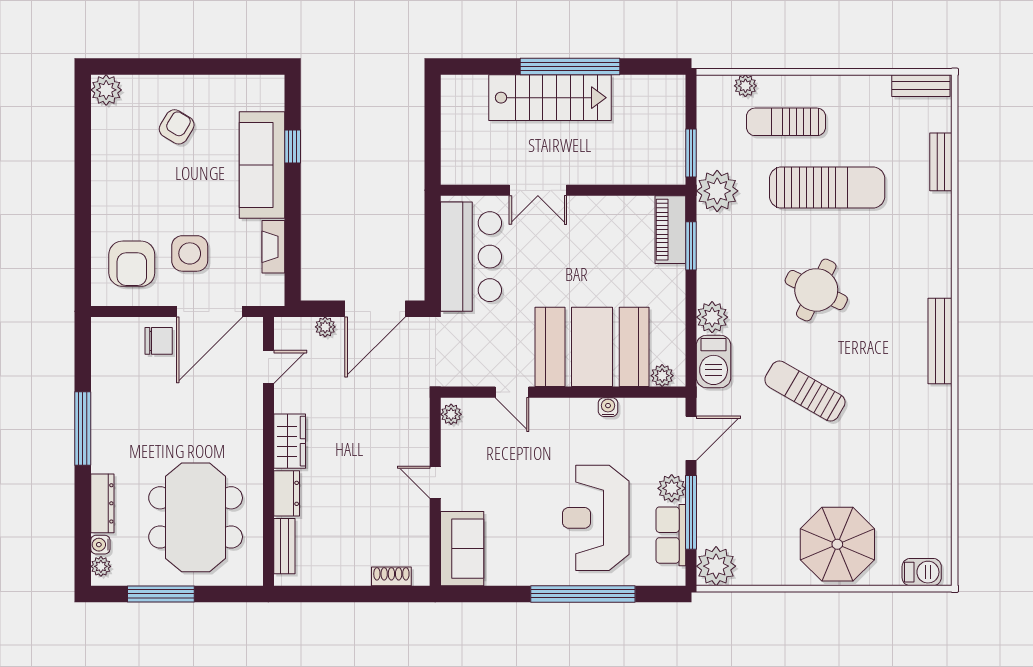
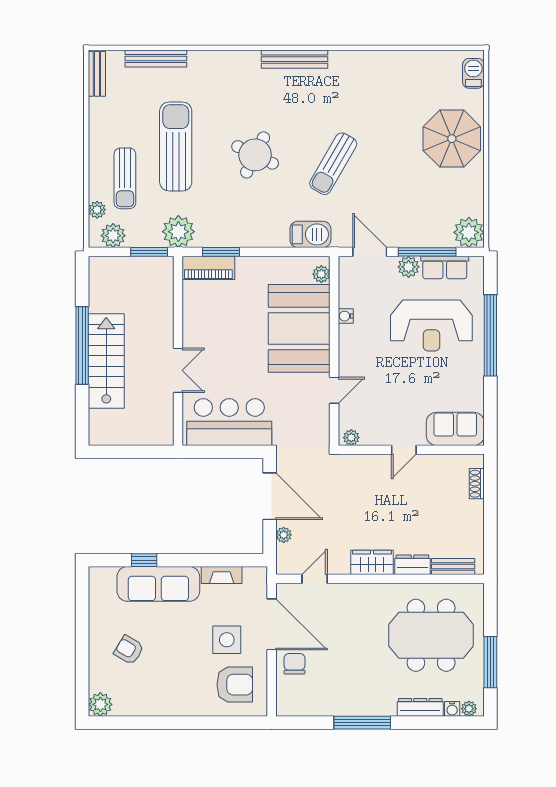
bench: (941, 162) -> (156, 58), width x1.36
plant: (712, 317) -> (113, 236), moved
door: (268, 367) -> (315, 579), hinge flipped

